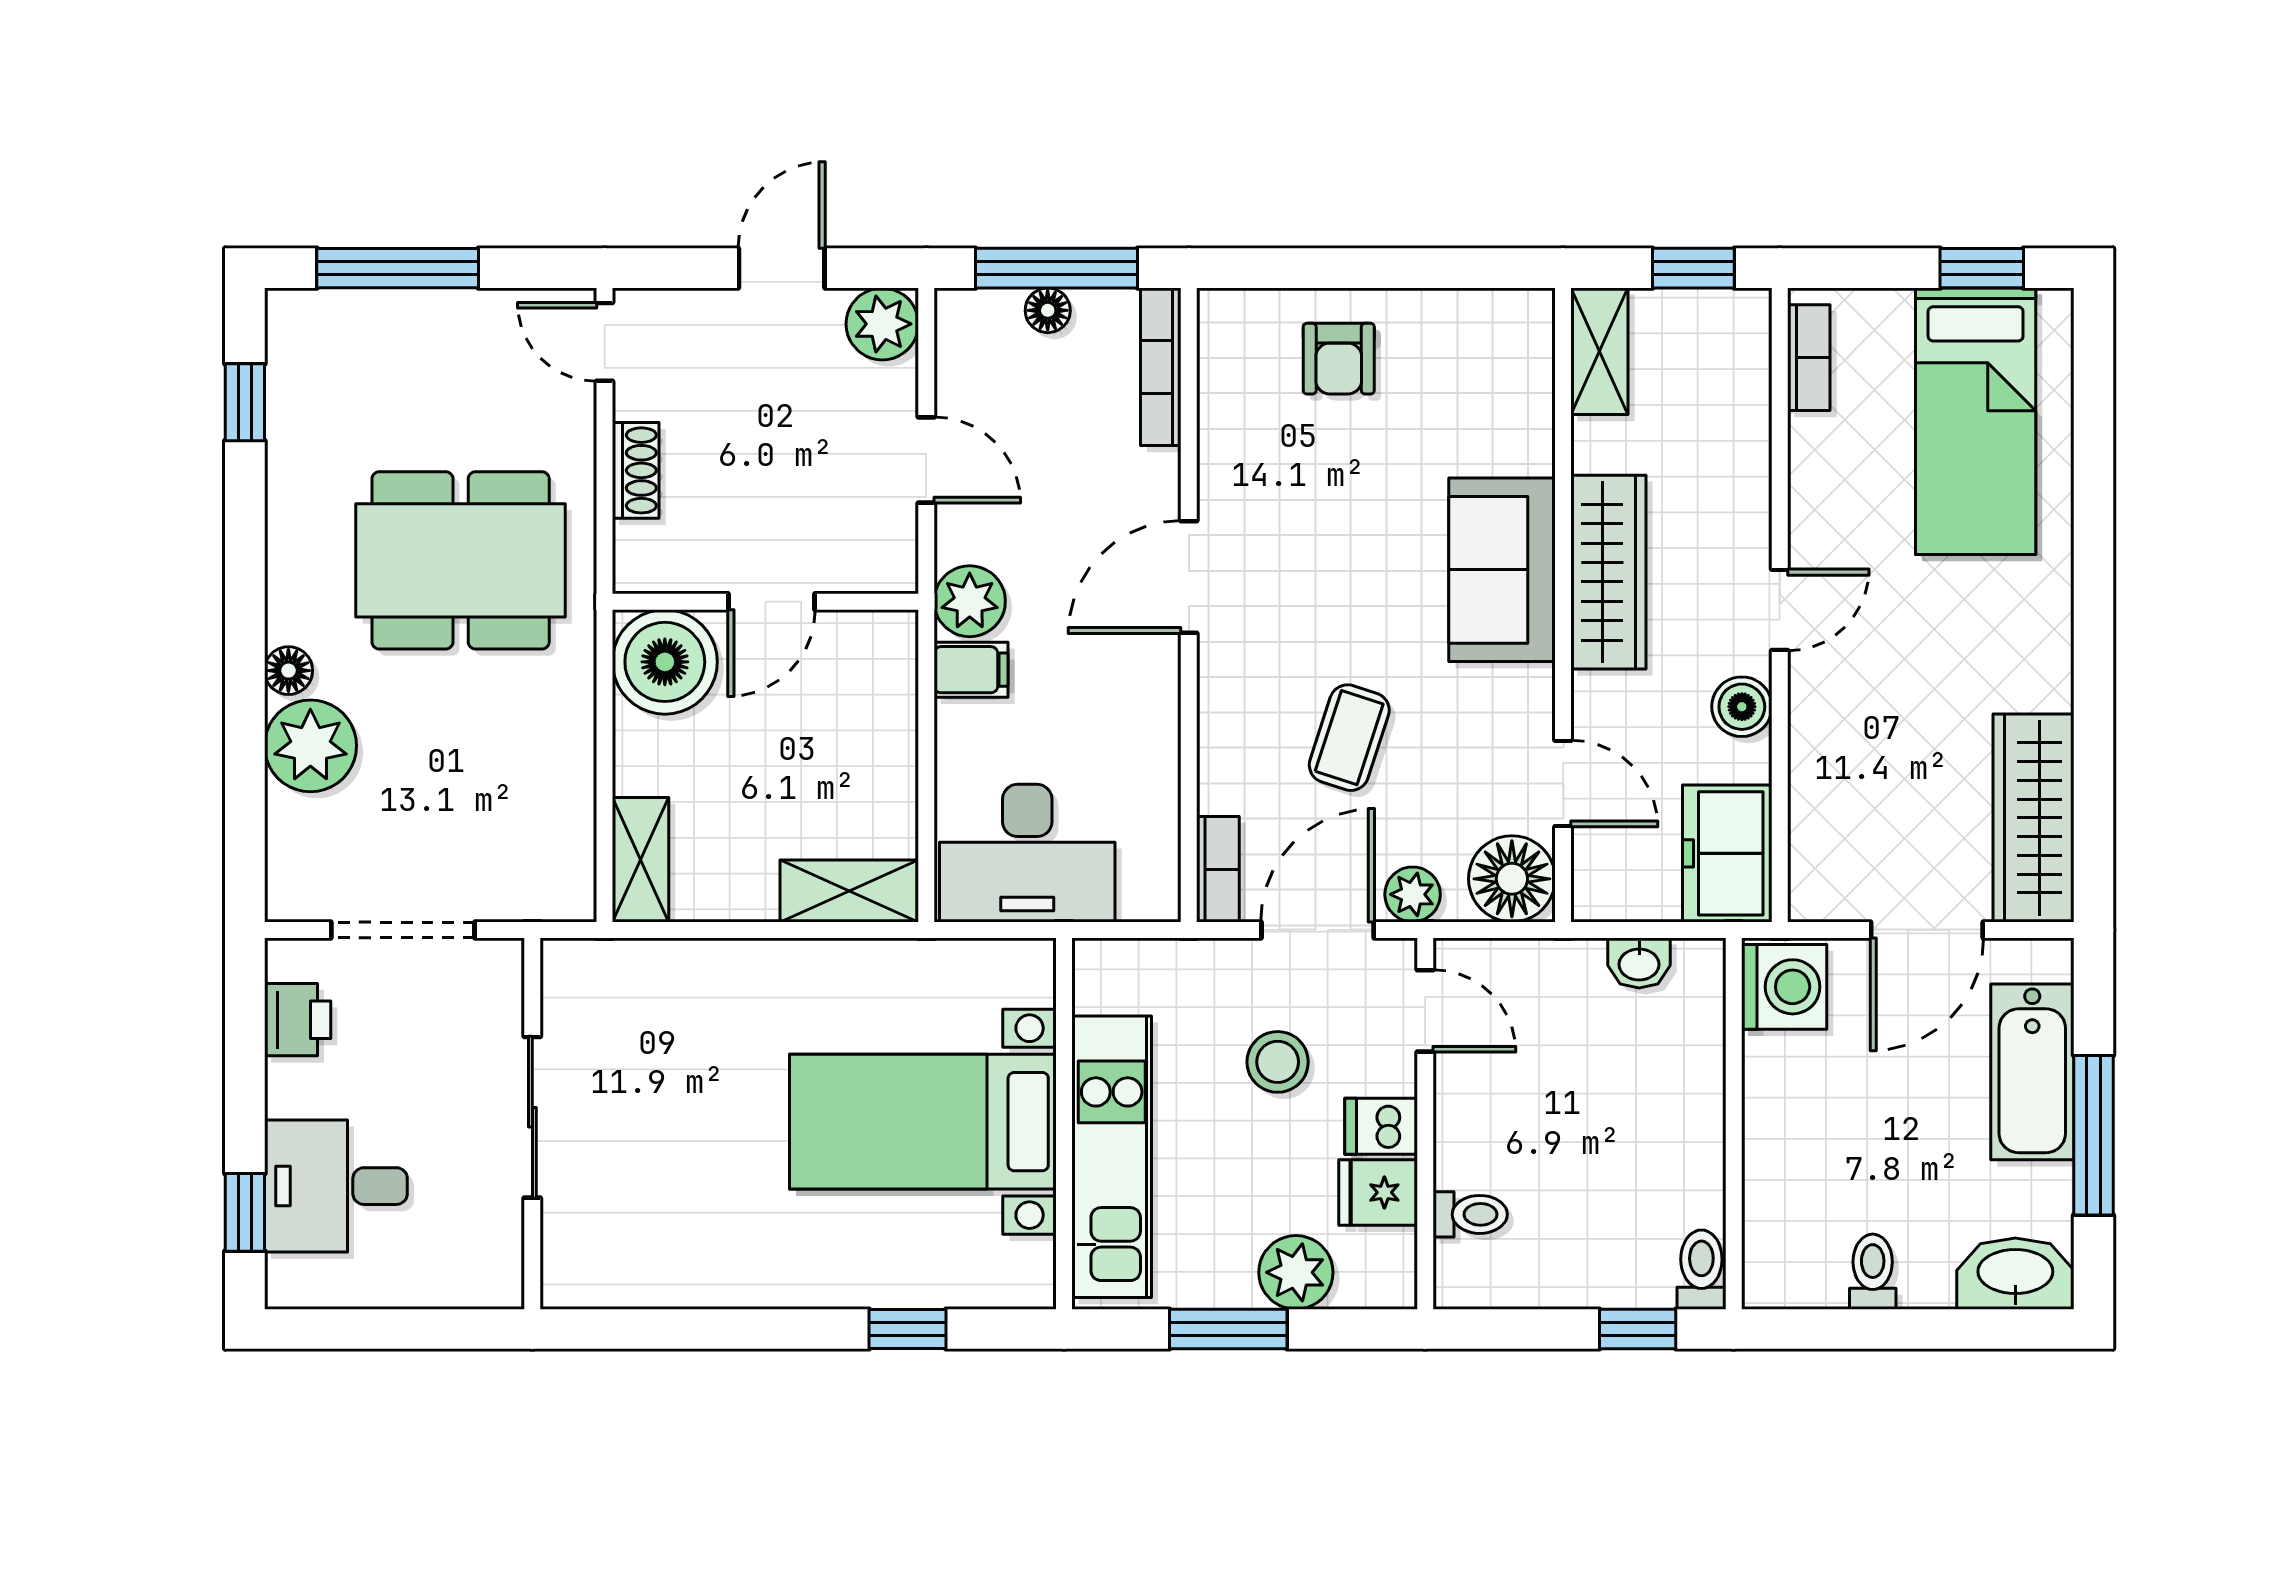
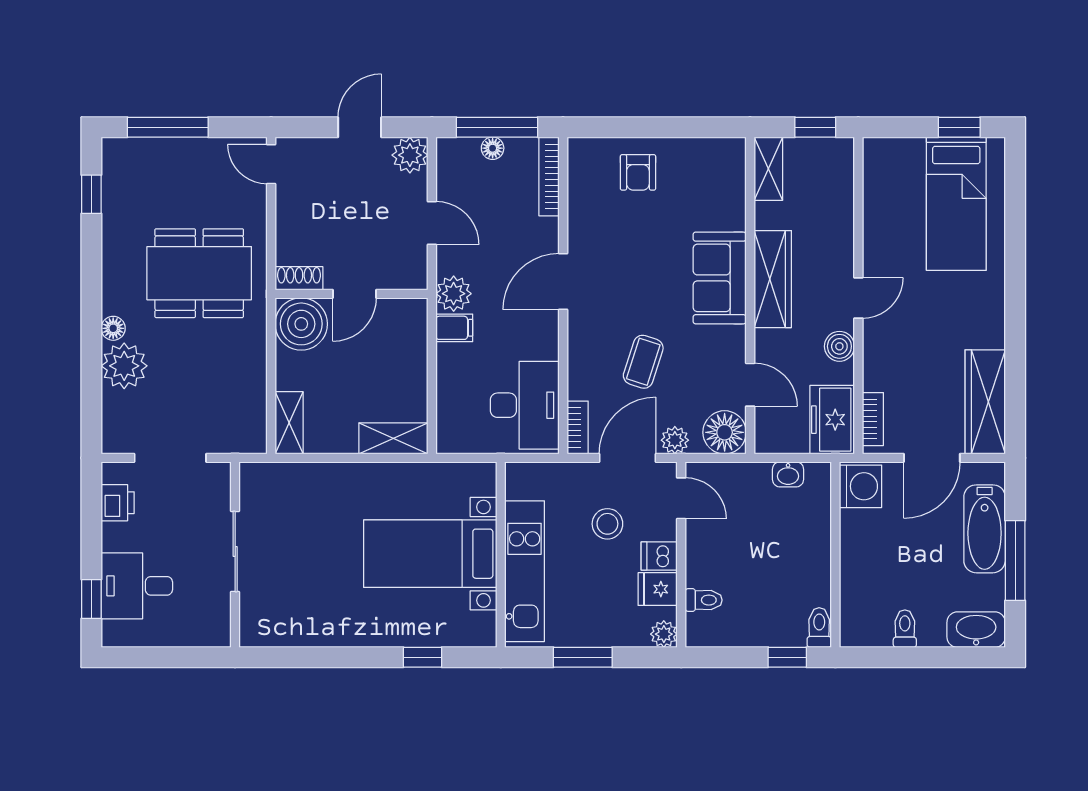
bookcase: (1809, 358) -> (873, 419), moved
shoe rack: (636, 470) -> (299, 278), moved, turned -90
desk: (1027, 853) -> (525, 405), moved, turned -90
plant: (1296, 1272) -> (664, 634), moved, width x0.73, depth x0.73

